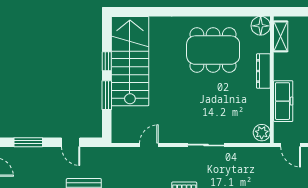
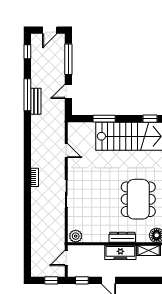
window: (107, 61) -> (150, 119), moved
freezer: (283, 101) -> (120, 252), moved
window: (28, 142) -> (68, 59), width x1.44

